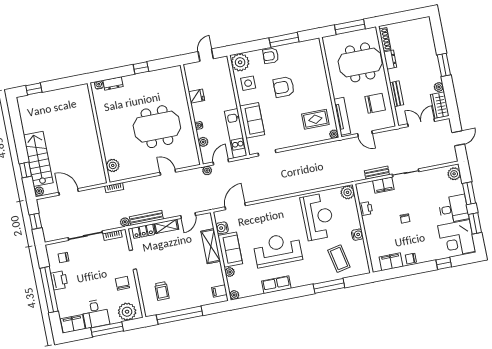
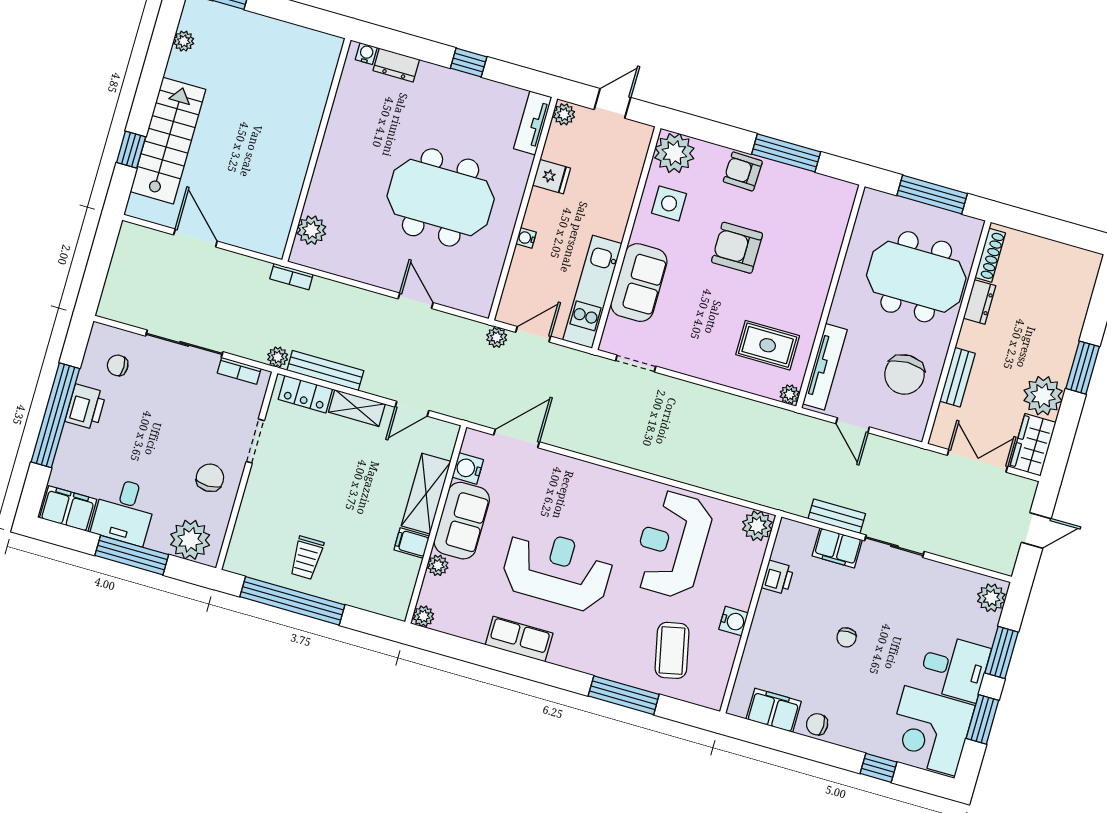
tv unit: (178, 79) -> (533, 123), added
plant: (439, 87) -> (1043, 396), width x1.87, depth x1.87
chair: (375, 103) -> (904, 374), turned 90
plant: (203, 142) -> (564, 114), moved
plant: (39, 191) -> (184, 41), moved
reception desk: (318, 217) -> (672, 544), turned 180
window: (36, 221) -> (99, 264), removed
trolley: (162, 291) -> (307, 558), moved
filing cabinet: (219, 291) -> (412, 543), moved

